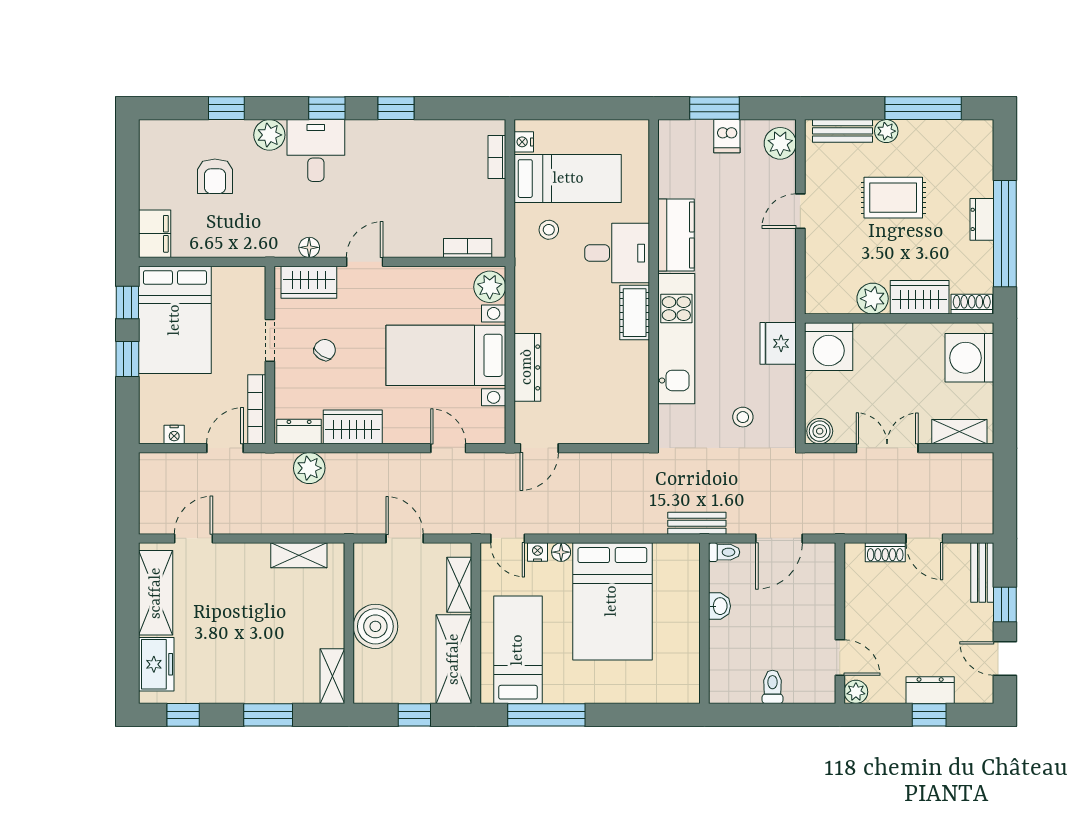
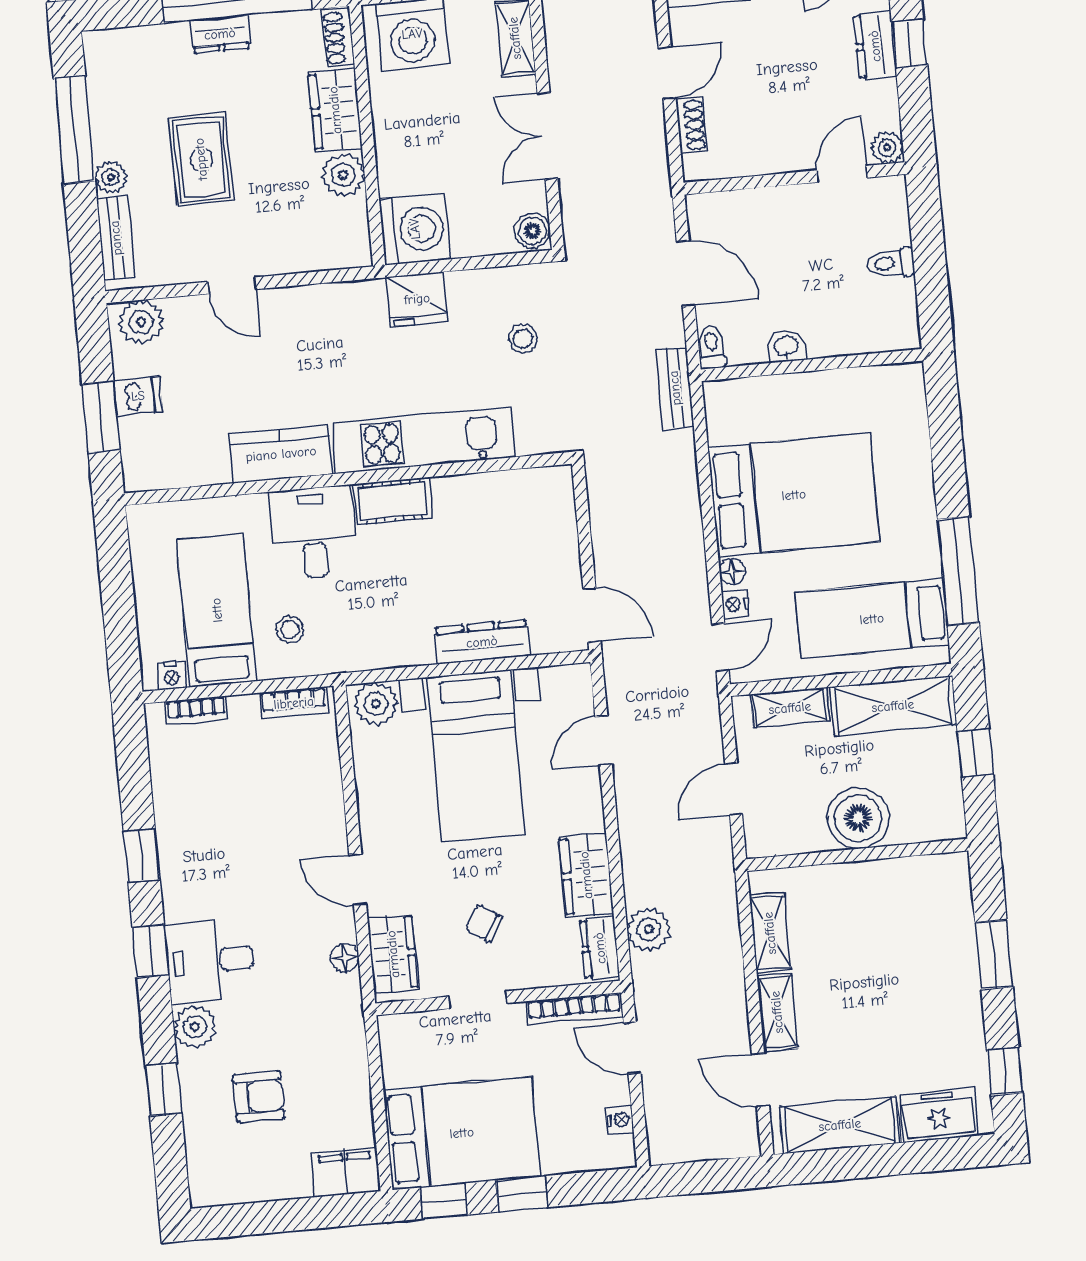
bookcase: (468, 248) -> (294, 703), moved, turned -90
shelving: (332, 676) -> (777, 1012), moved, turned 90

